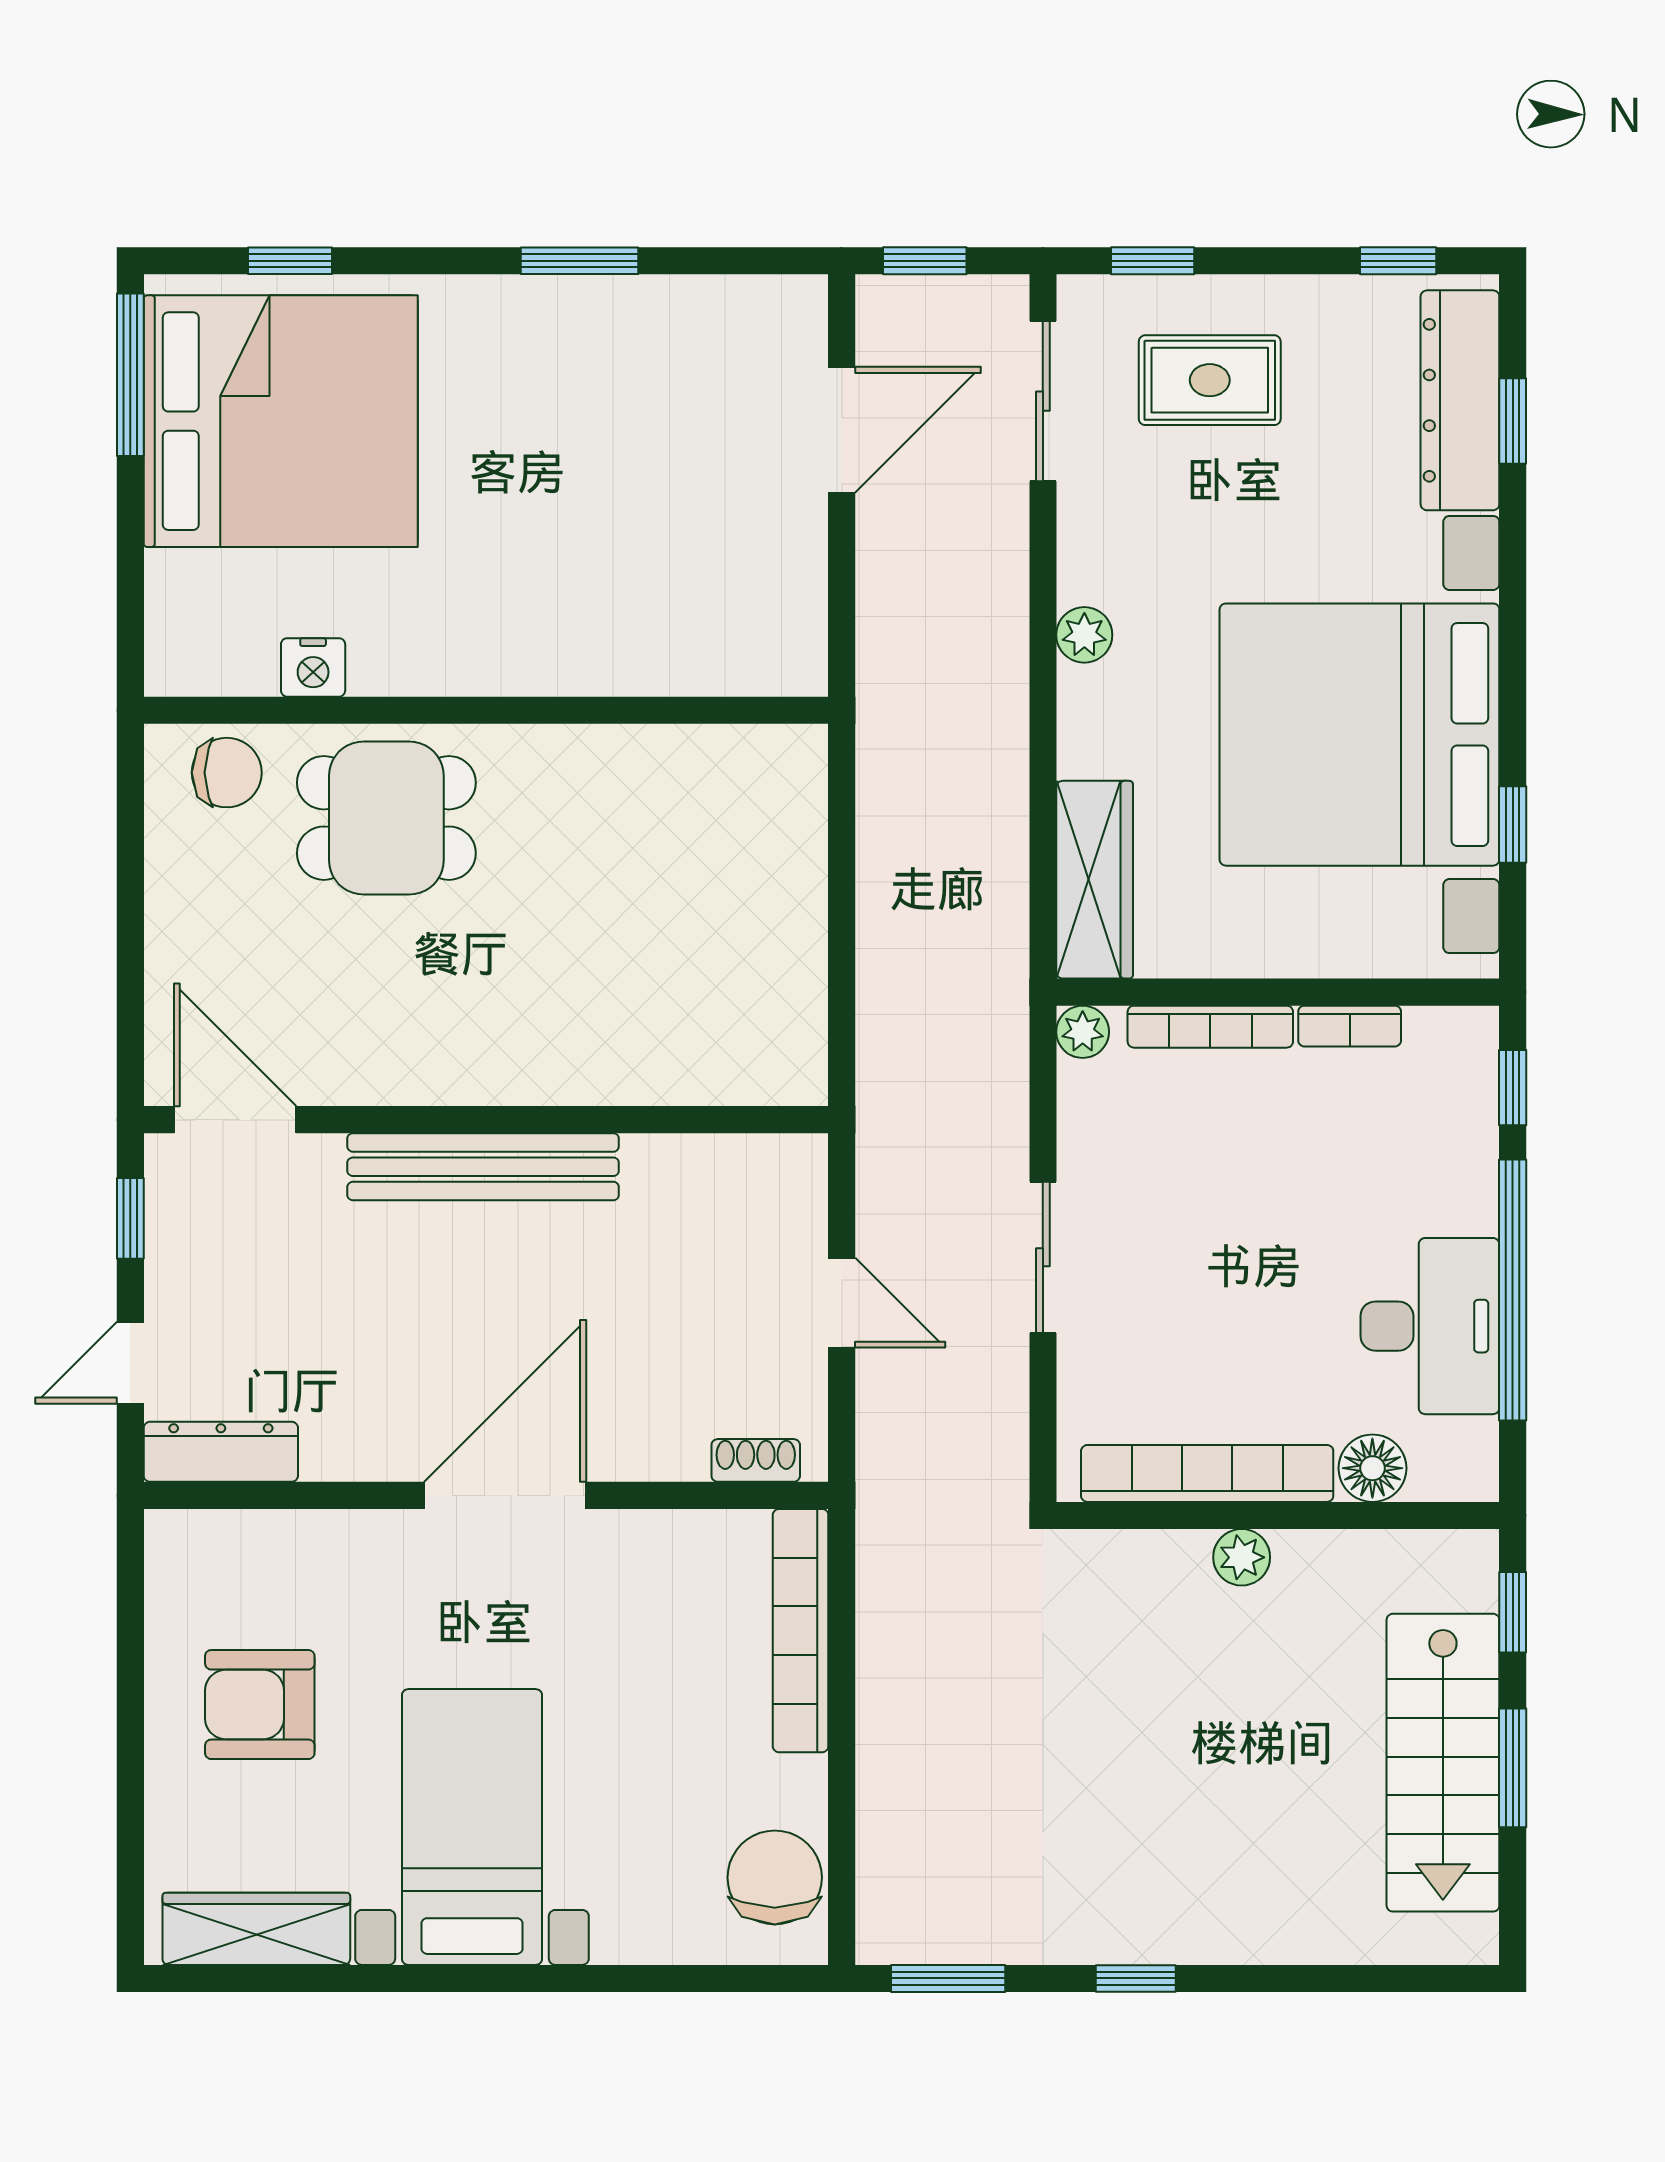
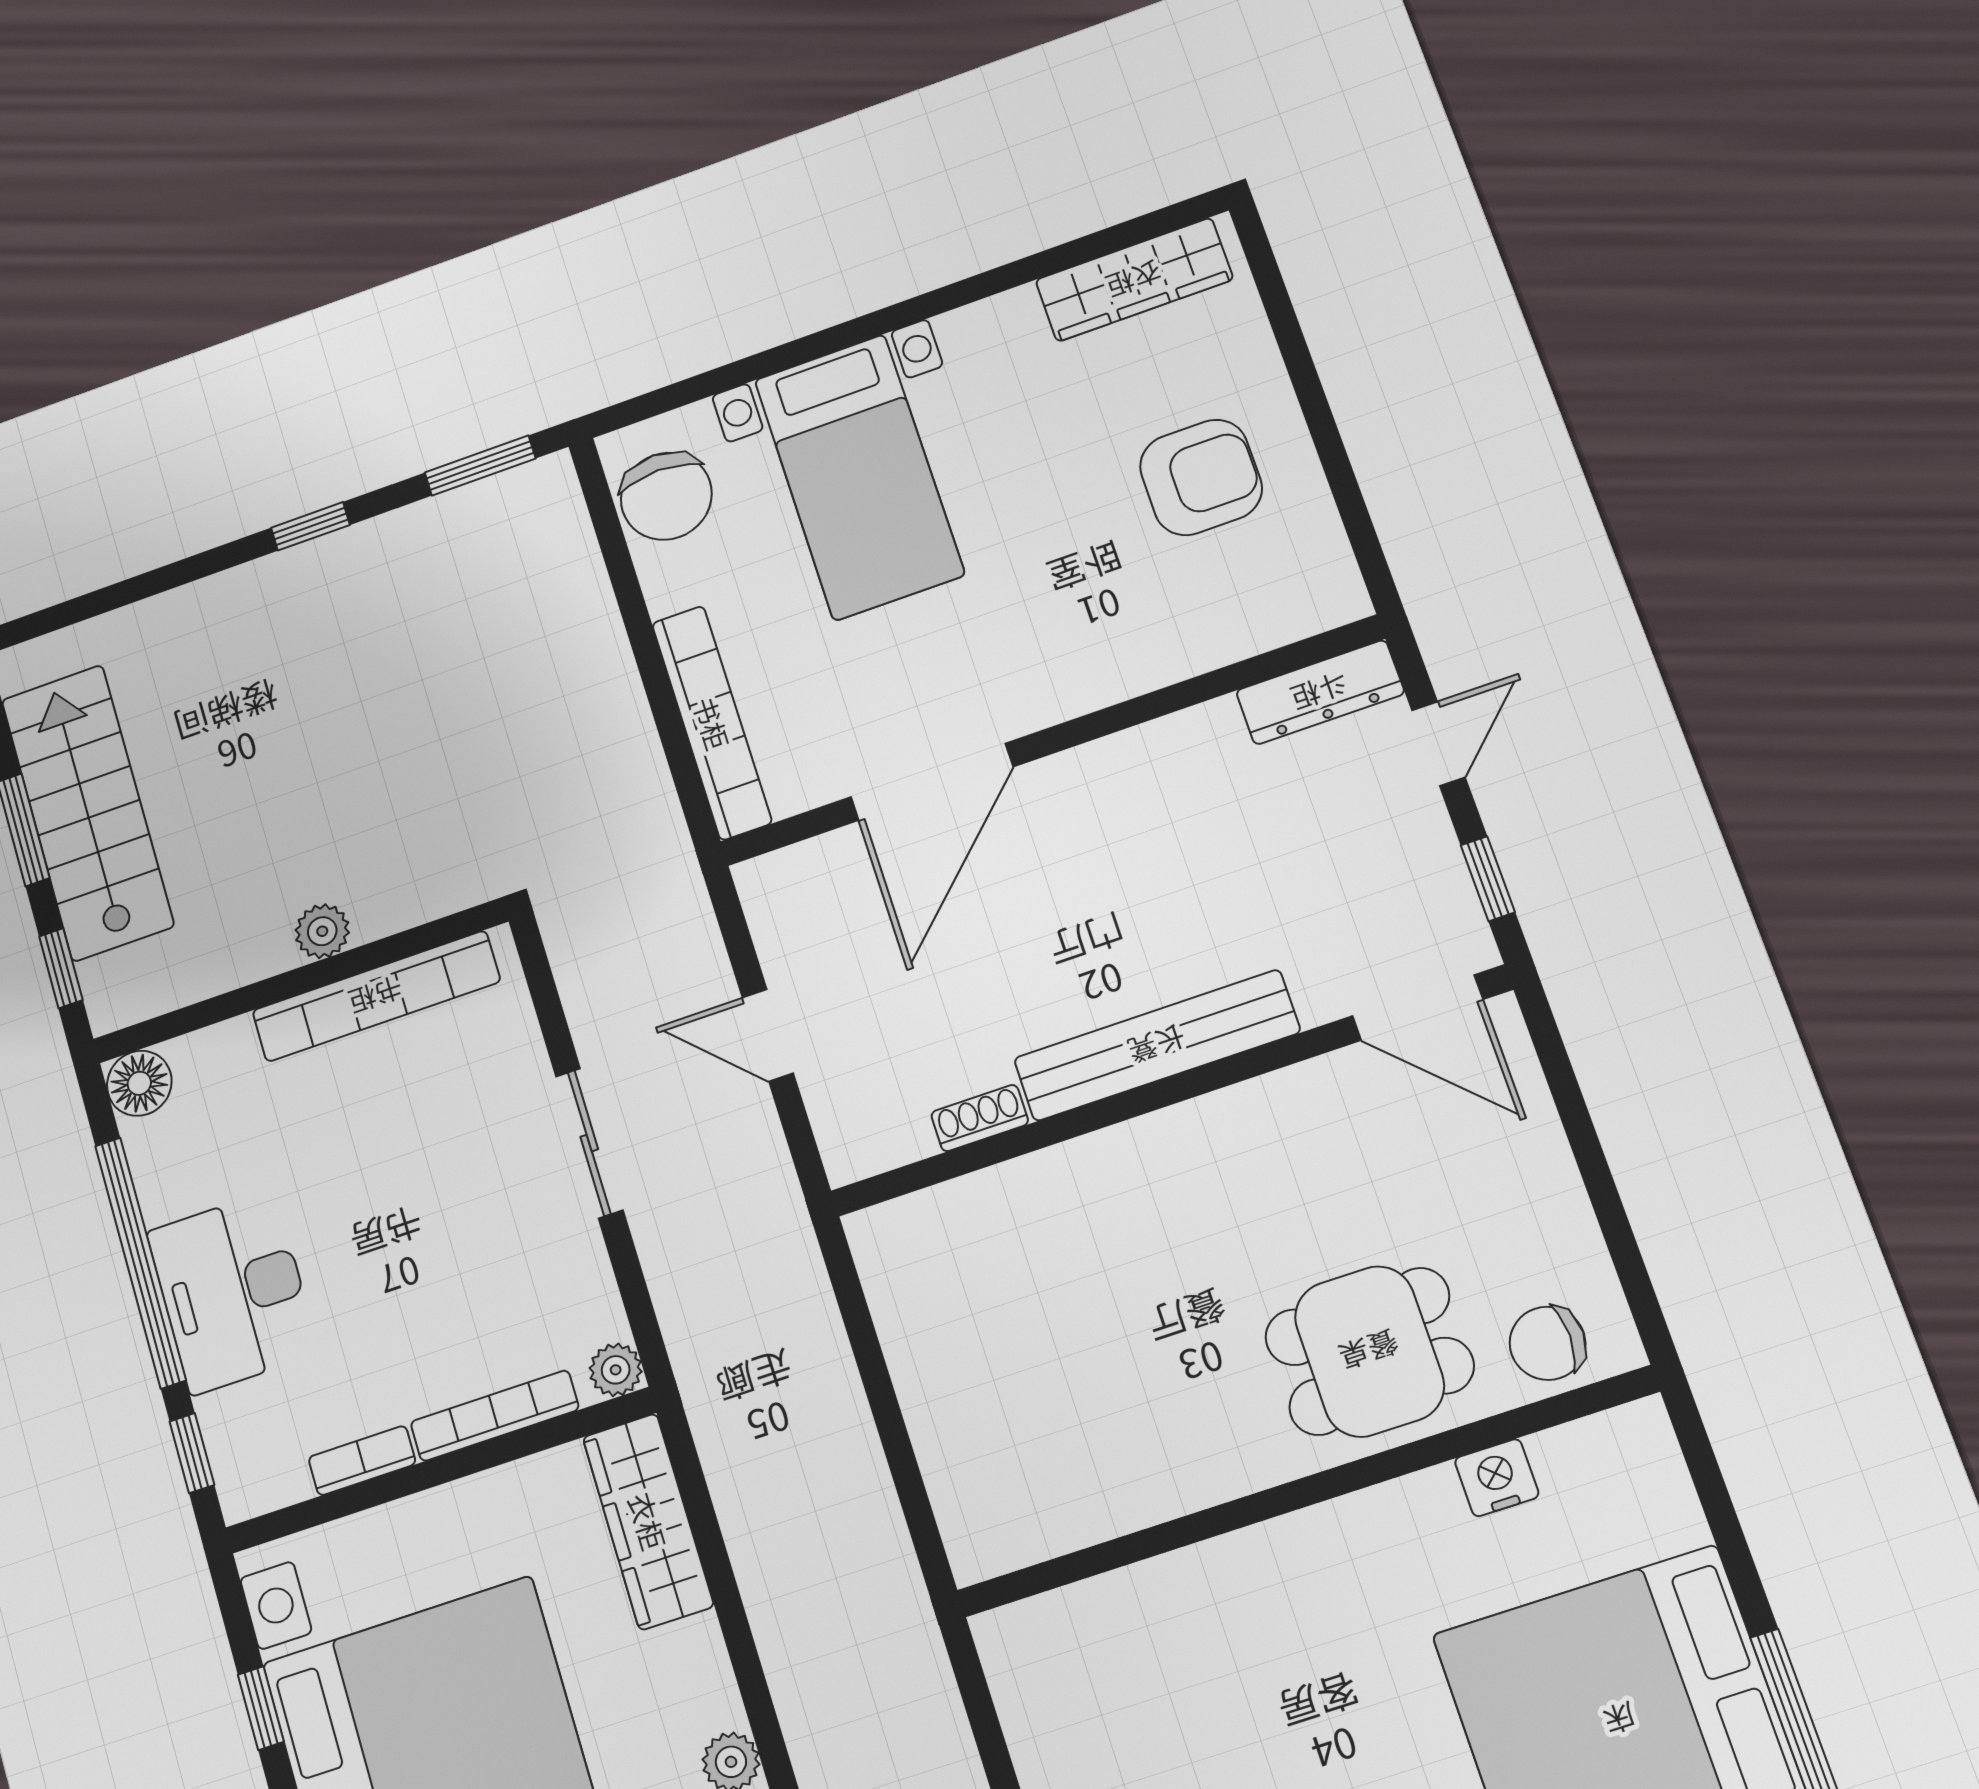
desk: (1430, 1326) -> (233, 1292), moved
shoe rack: (756, 1460) -> (980, 1118), moved, turned 180
floor lamp: (1372, 1468) -> (139, 1083), moved
door: (505, 1495) -> (932, 782), moved
bed with nightstands: (472, 1827) -> (859, 477), moved

